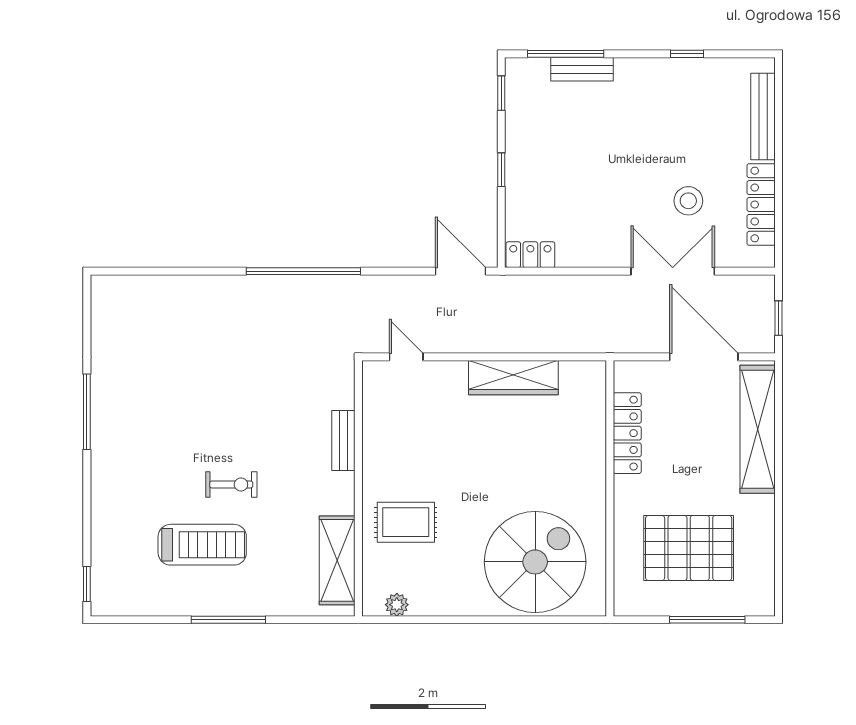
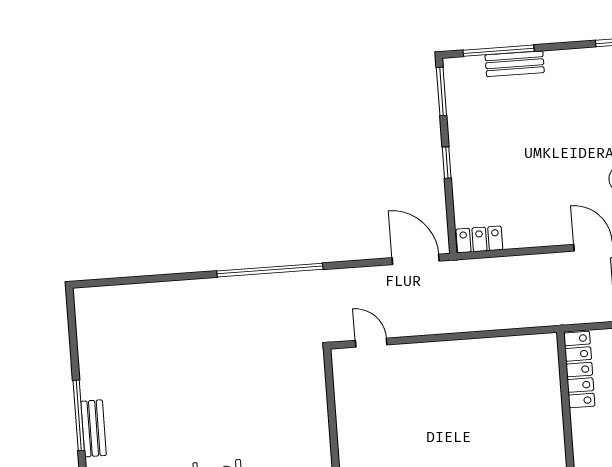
window: (501, 93) -> (441, 92), width x1.50
wardrobe: (513, 378) -> (472, 355), removed
locker: (627, 433) -> (579, 370), moved
bench: (343, 440) -> (94, 428), moved

